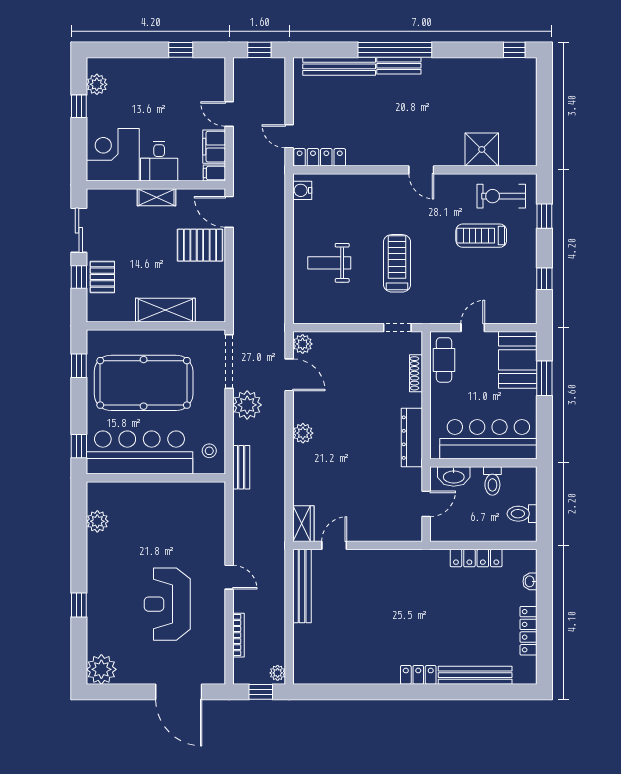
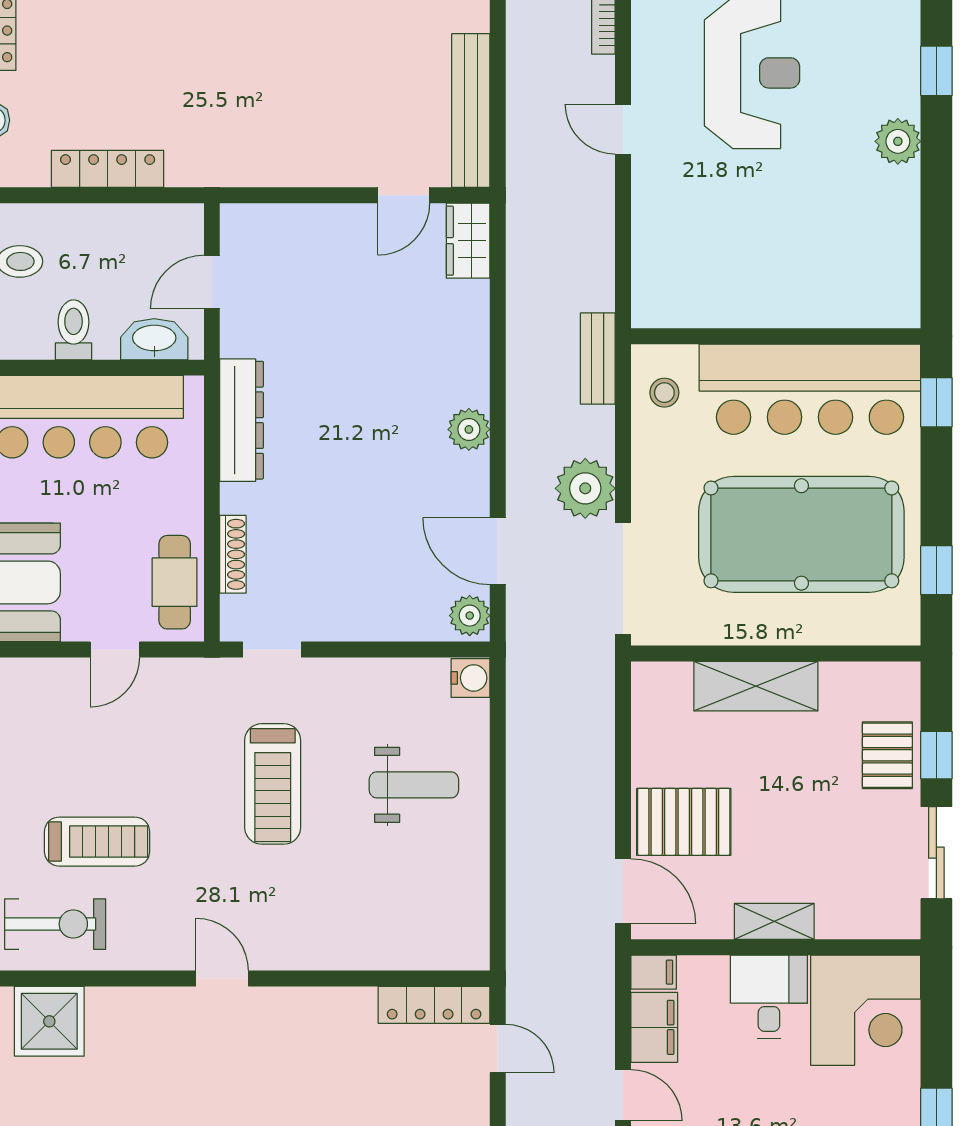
shower: (482, 149) -> (49, 1021), moved
water cooler: (302, 190) -> (470, 678), moved
plant: (97, 521) -> (898, 141), moved

